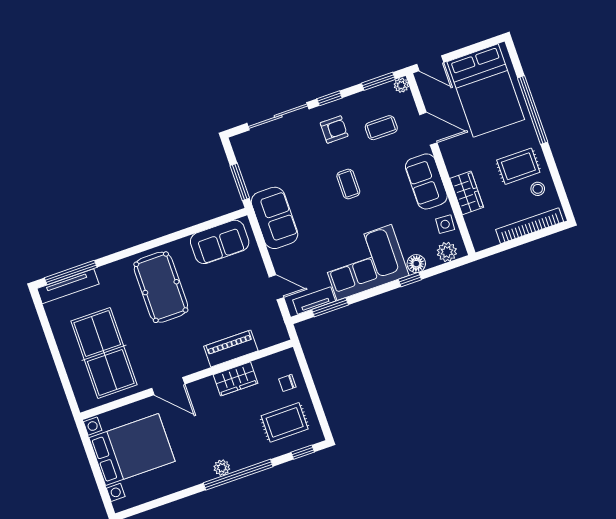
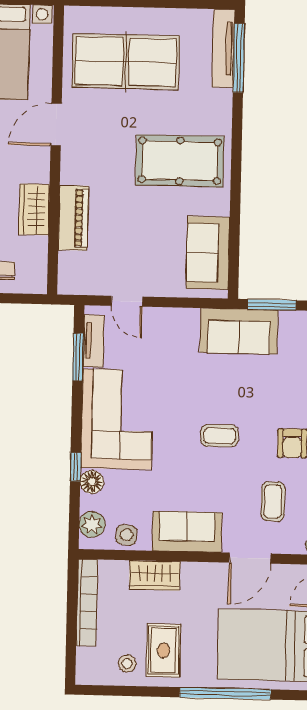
sofa: (275, 218) -> (239, 331), moved
bookcase: (530, 226) -> (87, 603), moved
door: (276, 287) -> (127, 301), hinge flipped

